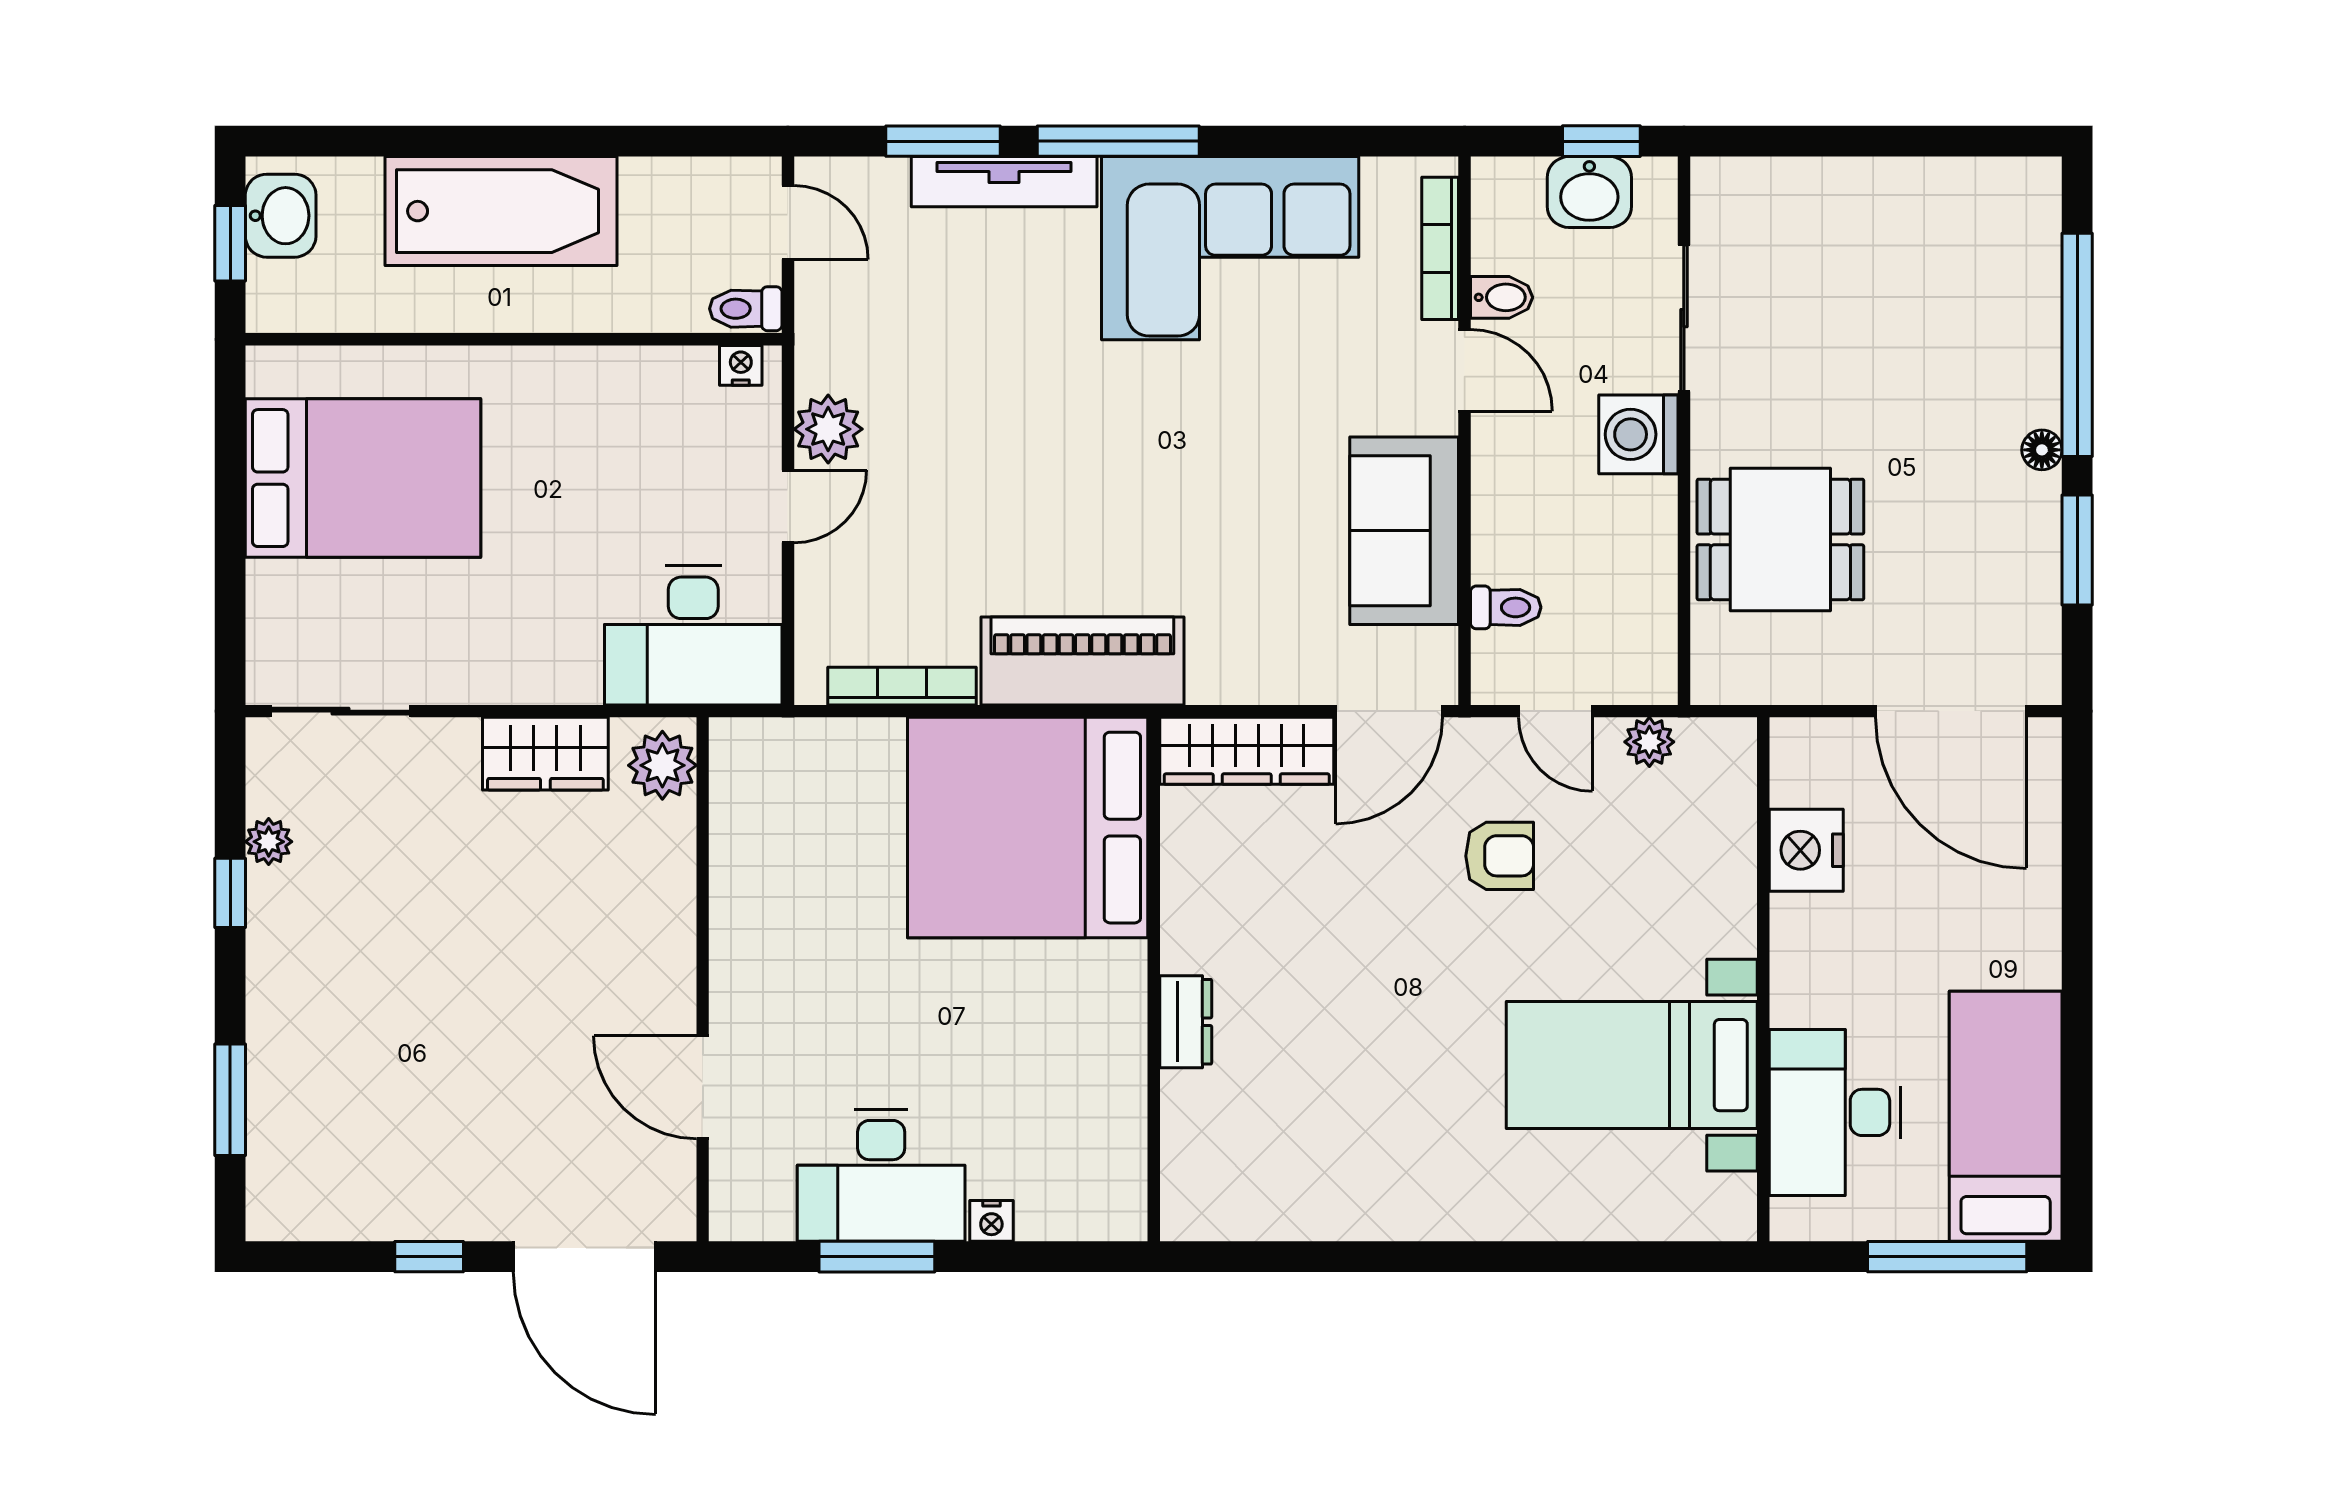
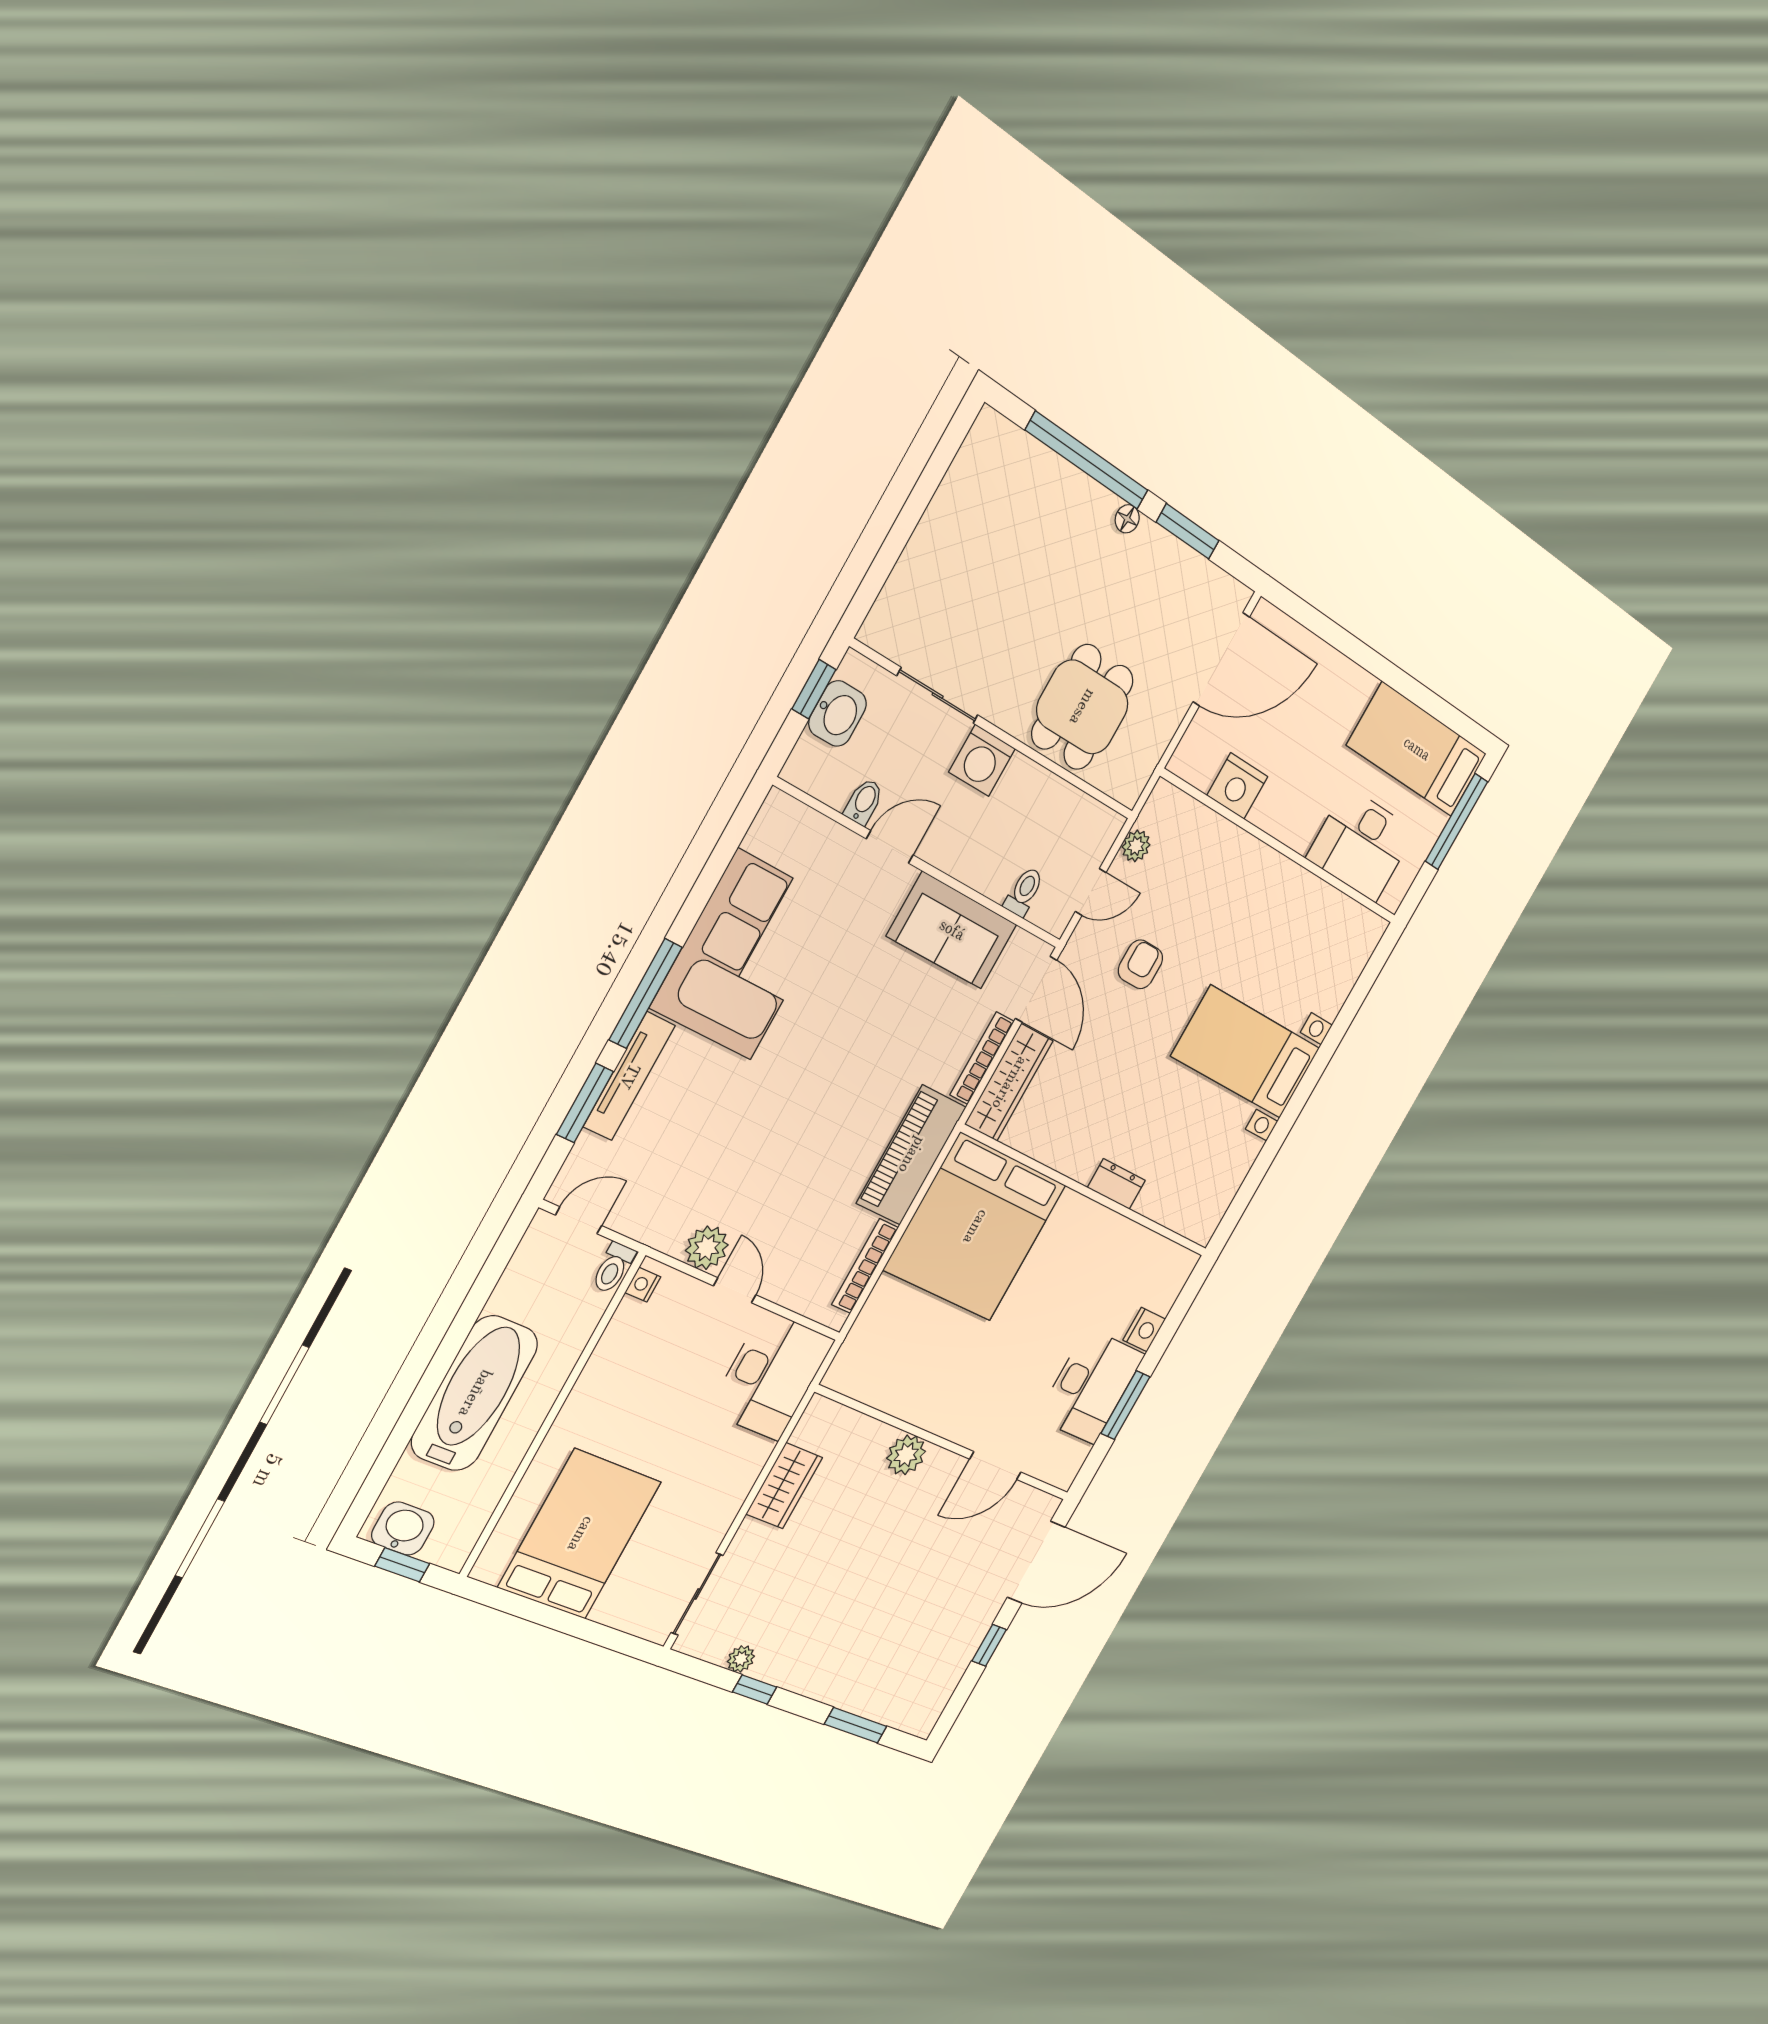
bookcase: (1440, 248) -> (982, 1058), moved, turned 90
plant: (662, 765) -> (906, 1455), moved
bed with nightstands: (1632, 1065) -> (1246, 1052), moved, turned 90
nightstand: (991, 1221) -> (1144, 1330), width x1.39, depth x1.35

